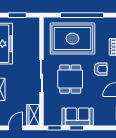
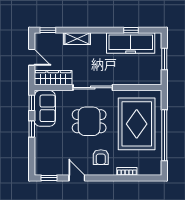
wardrobe: (33, 115) -> (53, 78), width x1.50
sofa: (78, 117) -> (45, 108), moved

